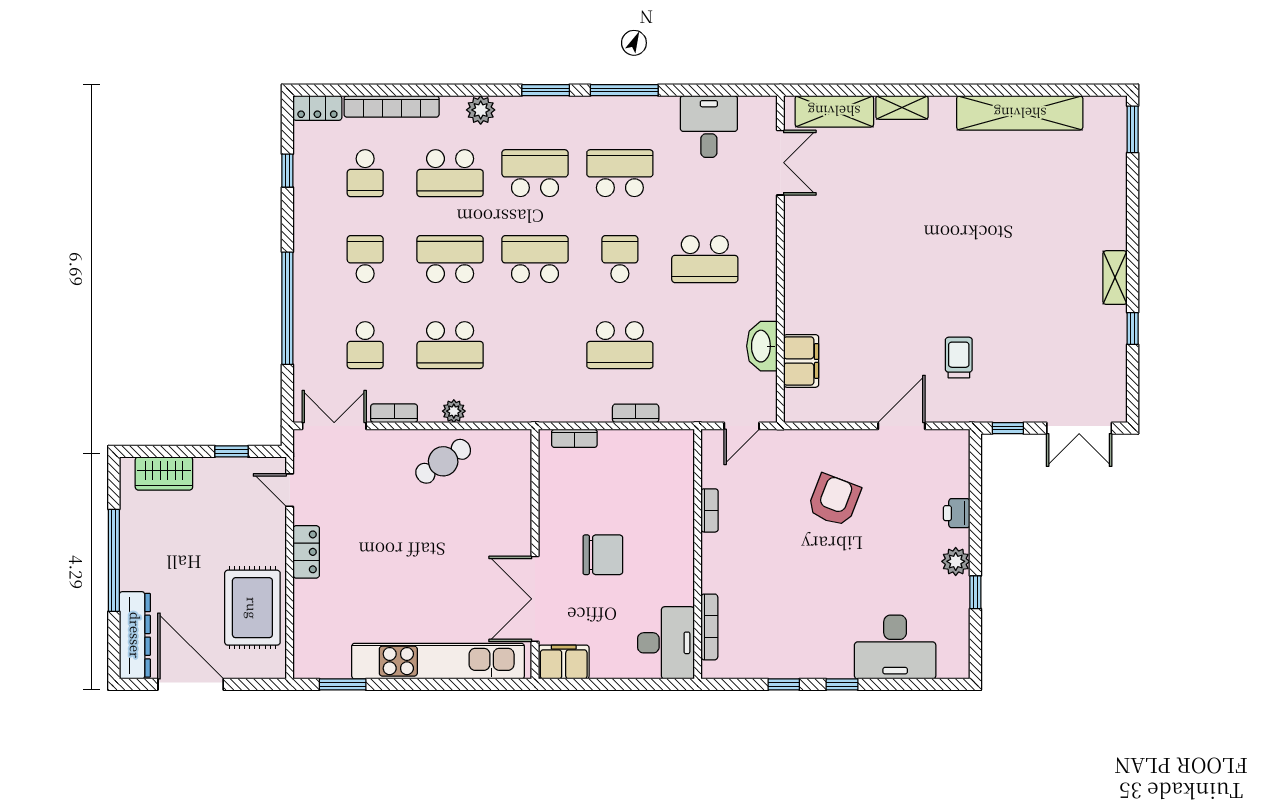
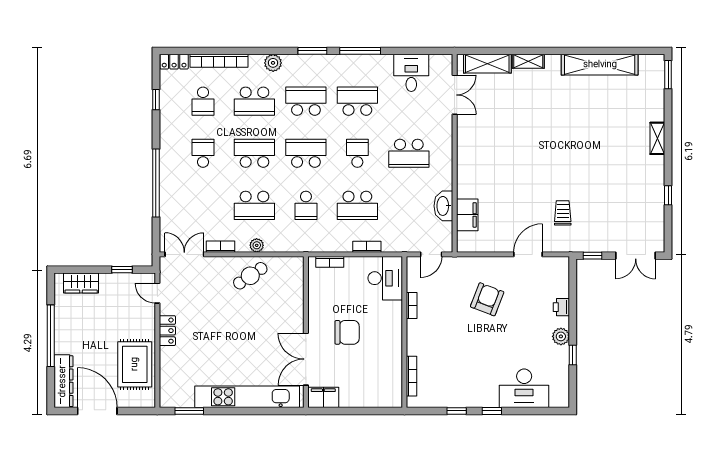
shelving: (1115, 278) -> (657, 138), moved
school desk: (365, 345) -> (306, 205), moved
desk: (666, 643) -> (385, 278), moved

